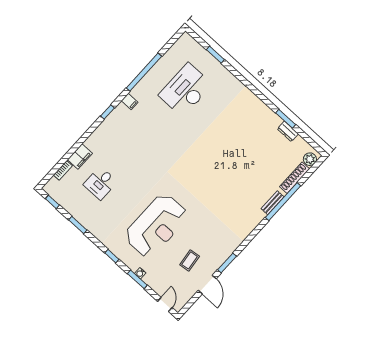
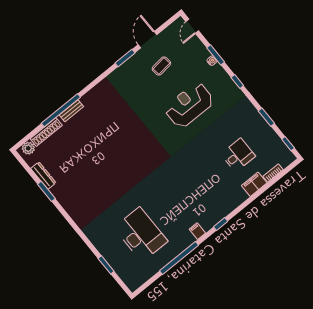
desk: (185, 90) -> (141, 234), turned -90
dresser: (288, 131) -> (43, 176), width x1.44
reception desk: (156, 226) -> (189, 105), width x0.74, depth x0.77

